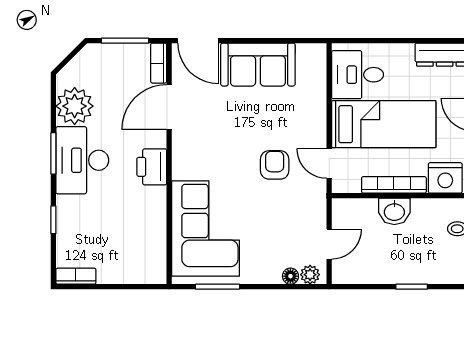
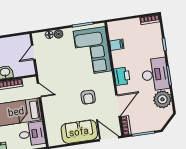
armchair: (275, 165) -> (88, 97), moved
filing cabinet: (153, 234) -> (117, 45), added
plant: (310, 275) -> (59, 34), moved

